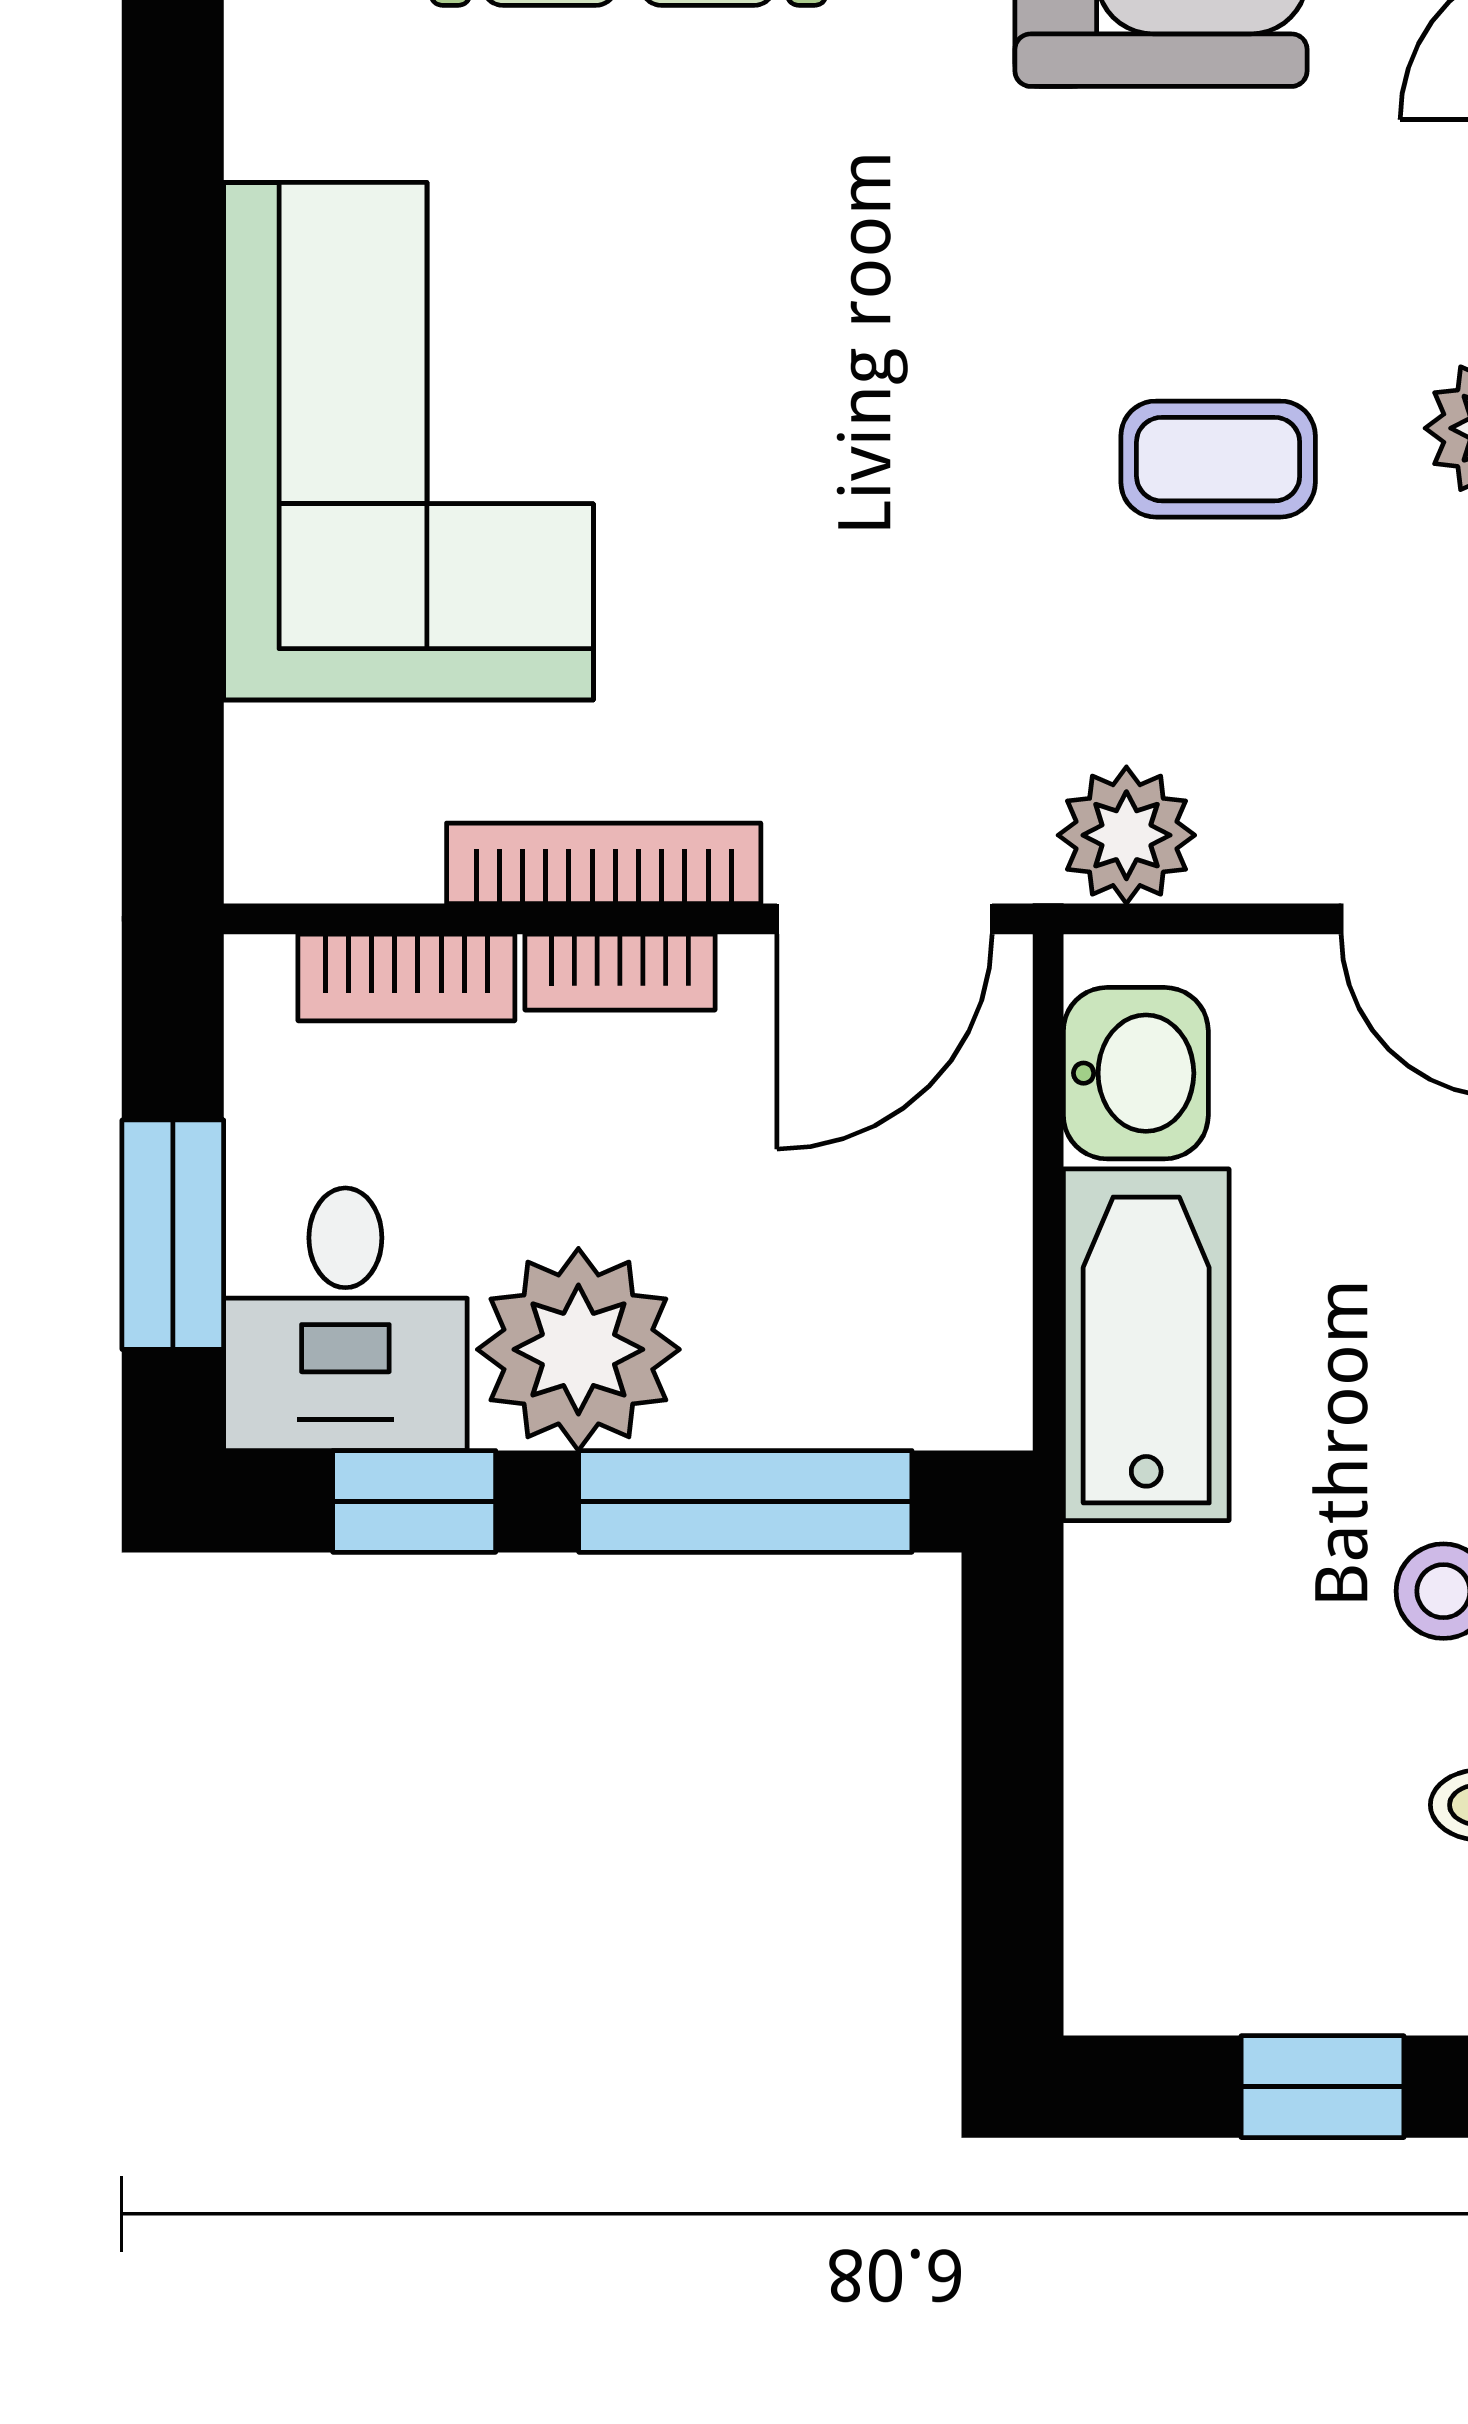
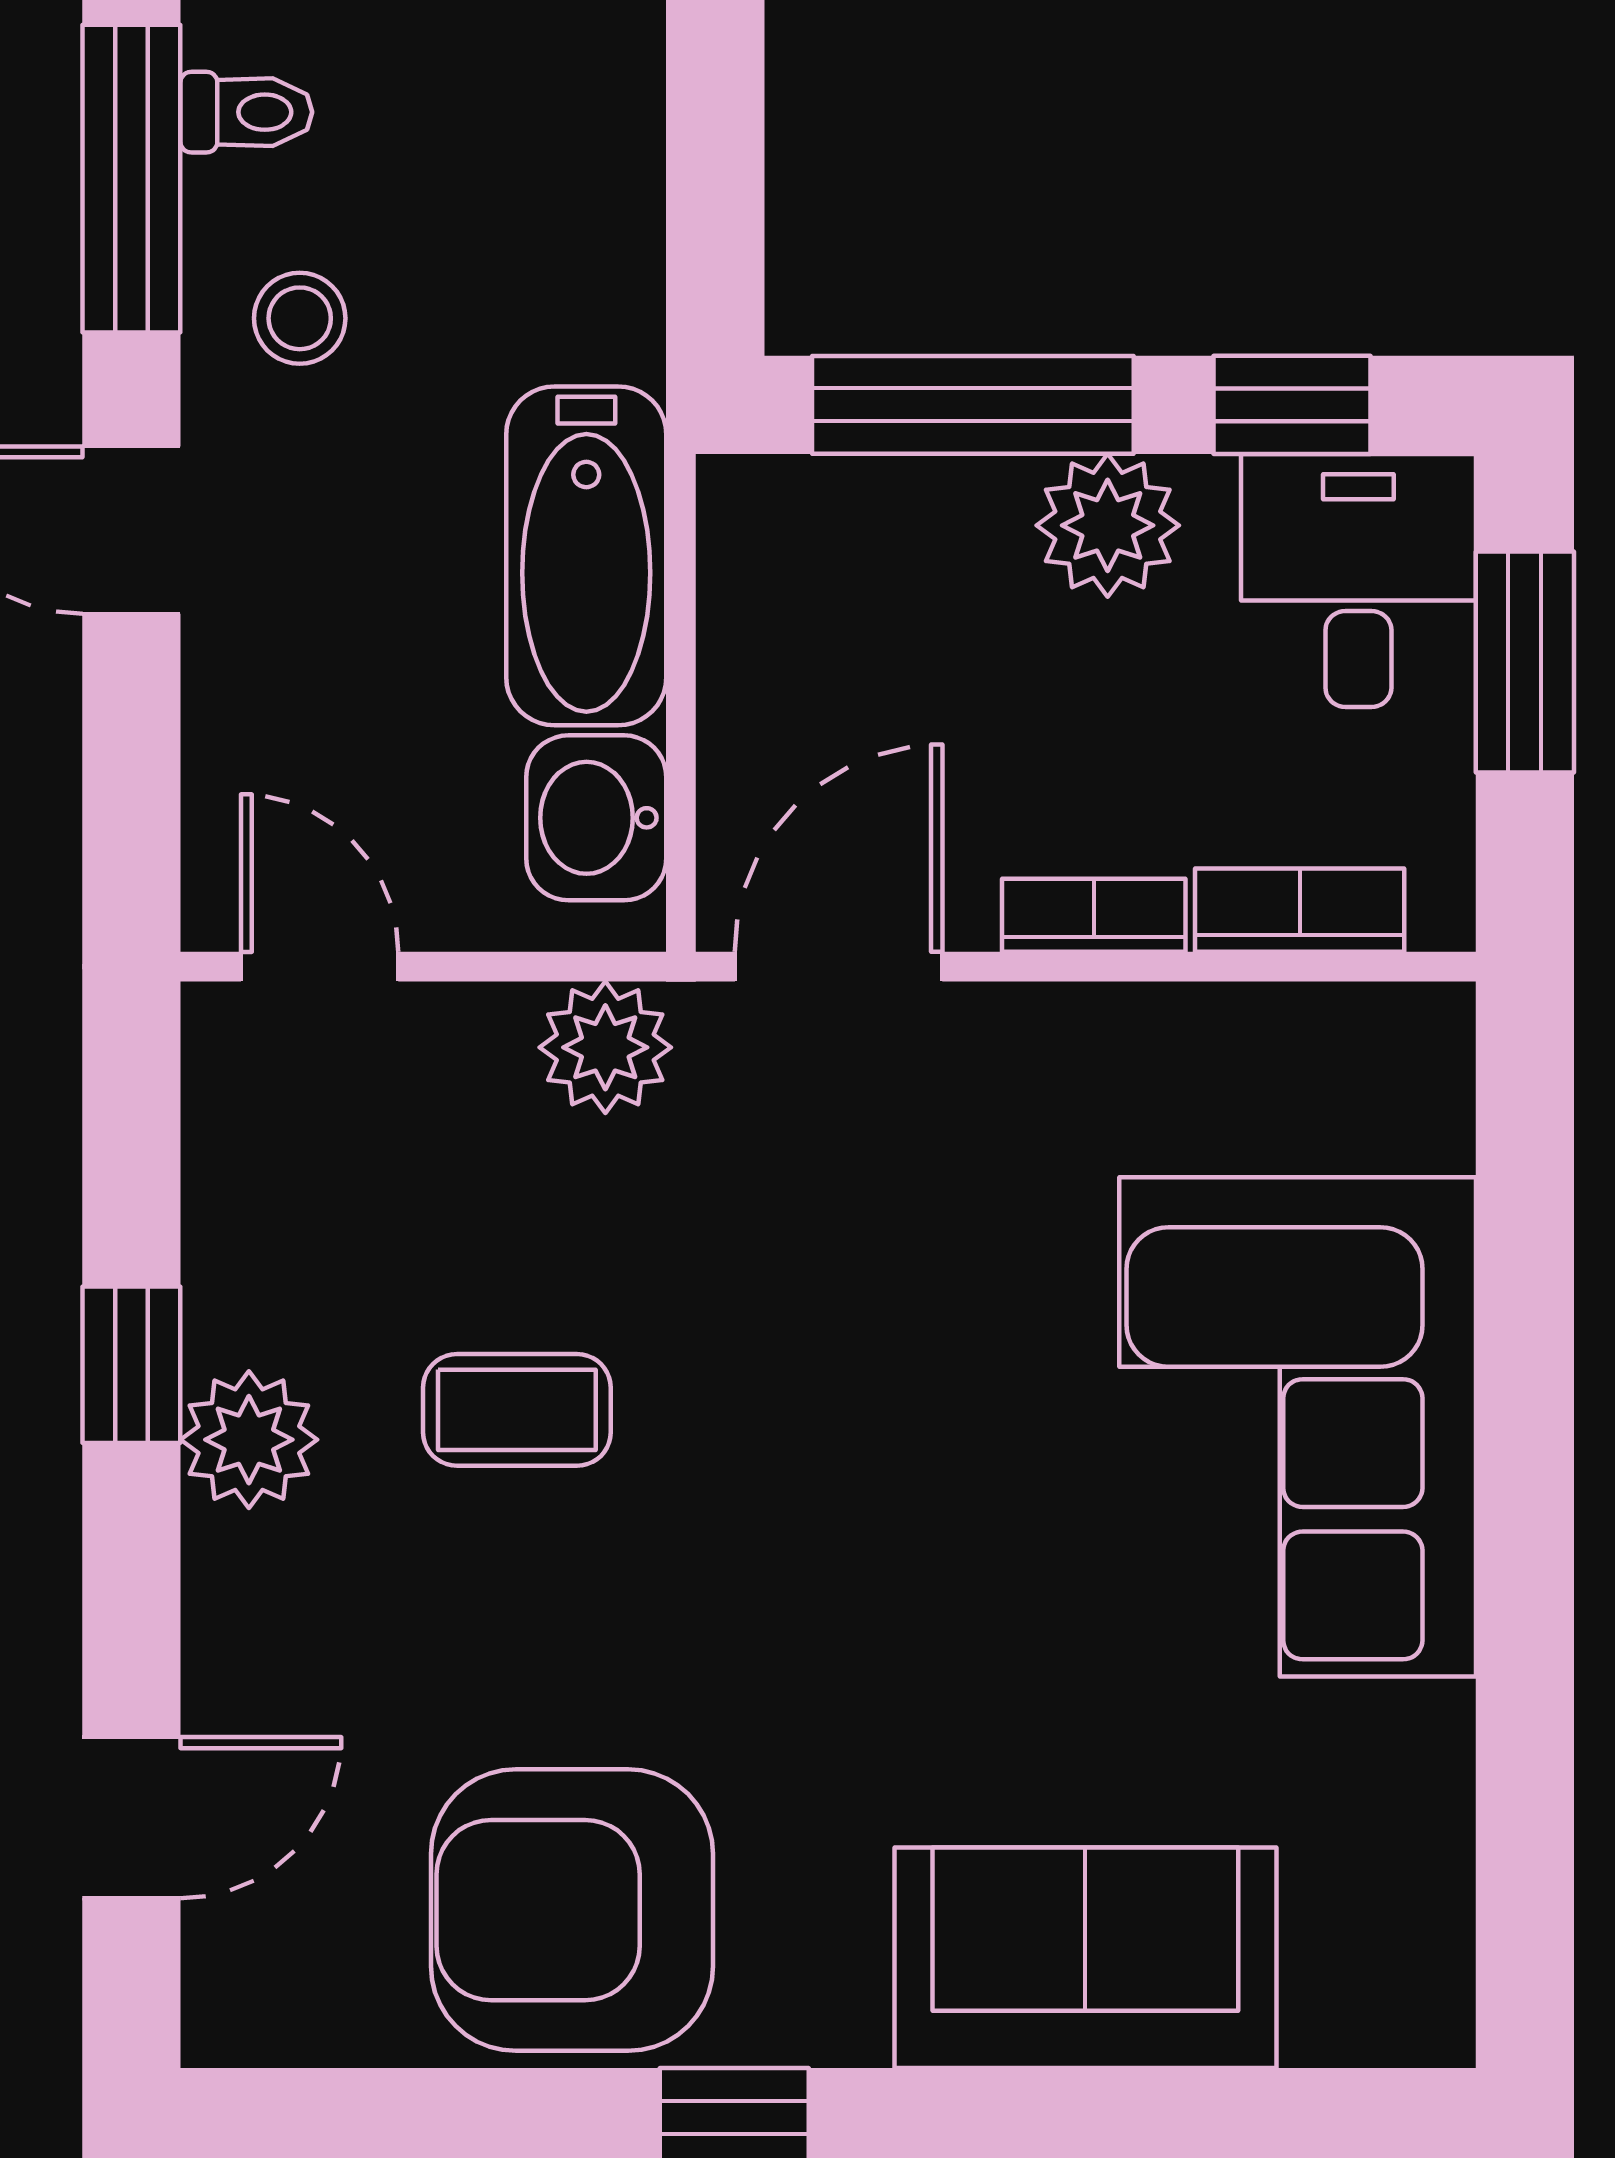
bookcase: (604, 863) -> (1109, 1020), removed
plant: (578, 1349) -> (1108, 525), width x0.73, depth x0.73

